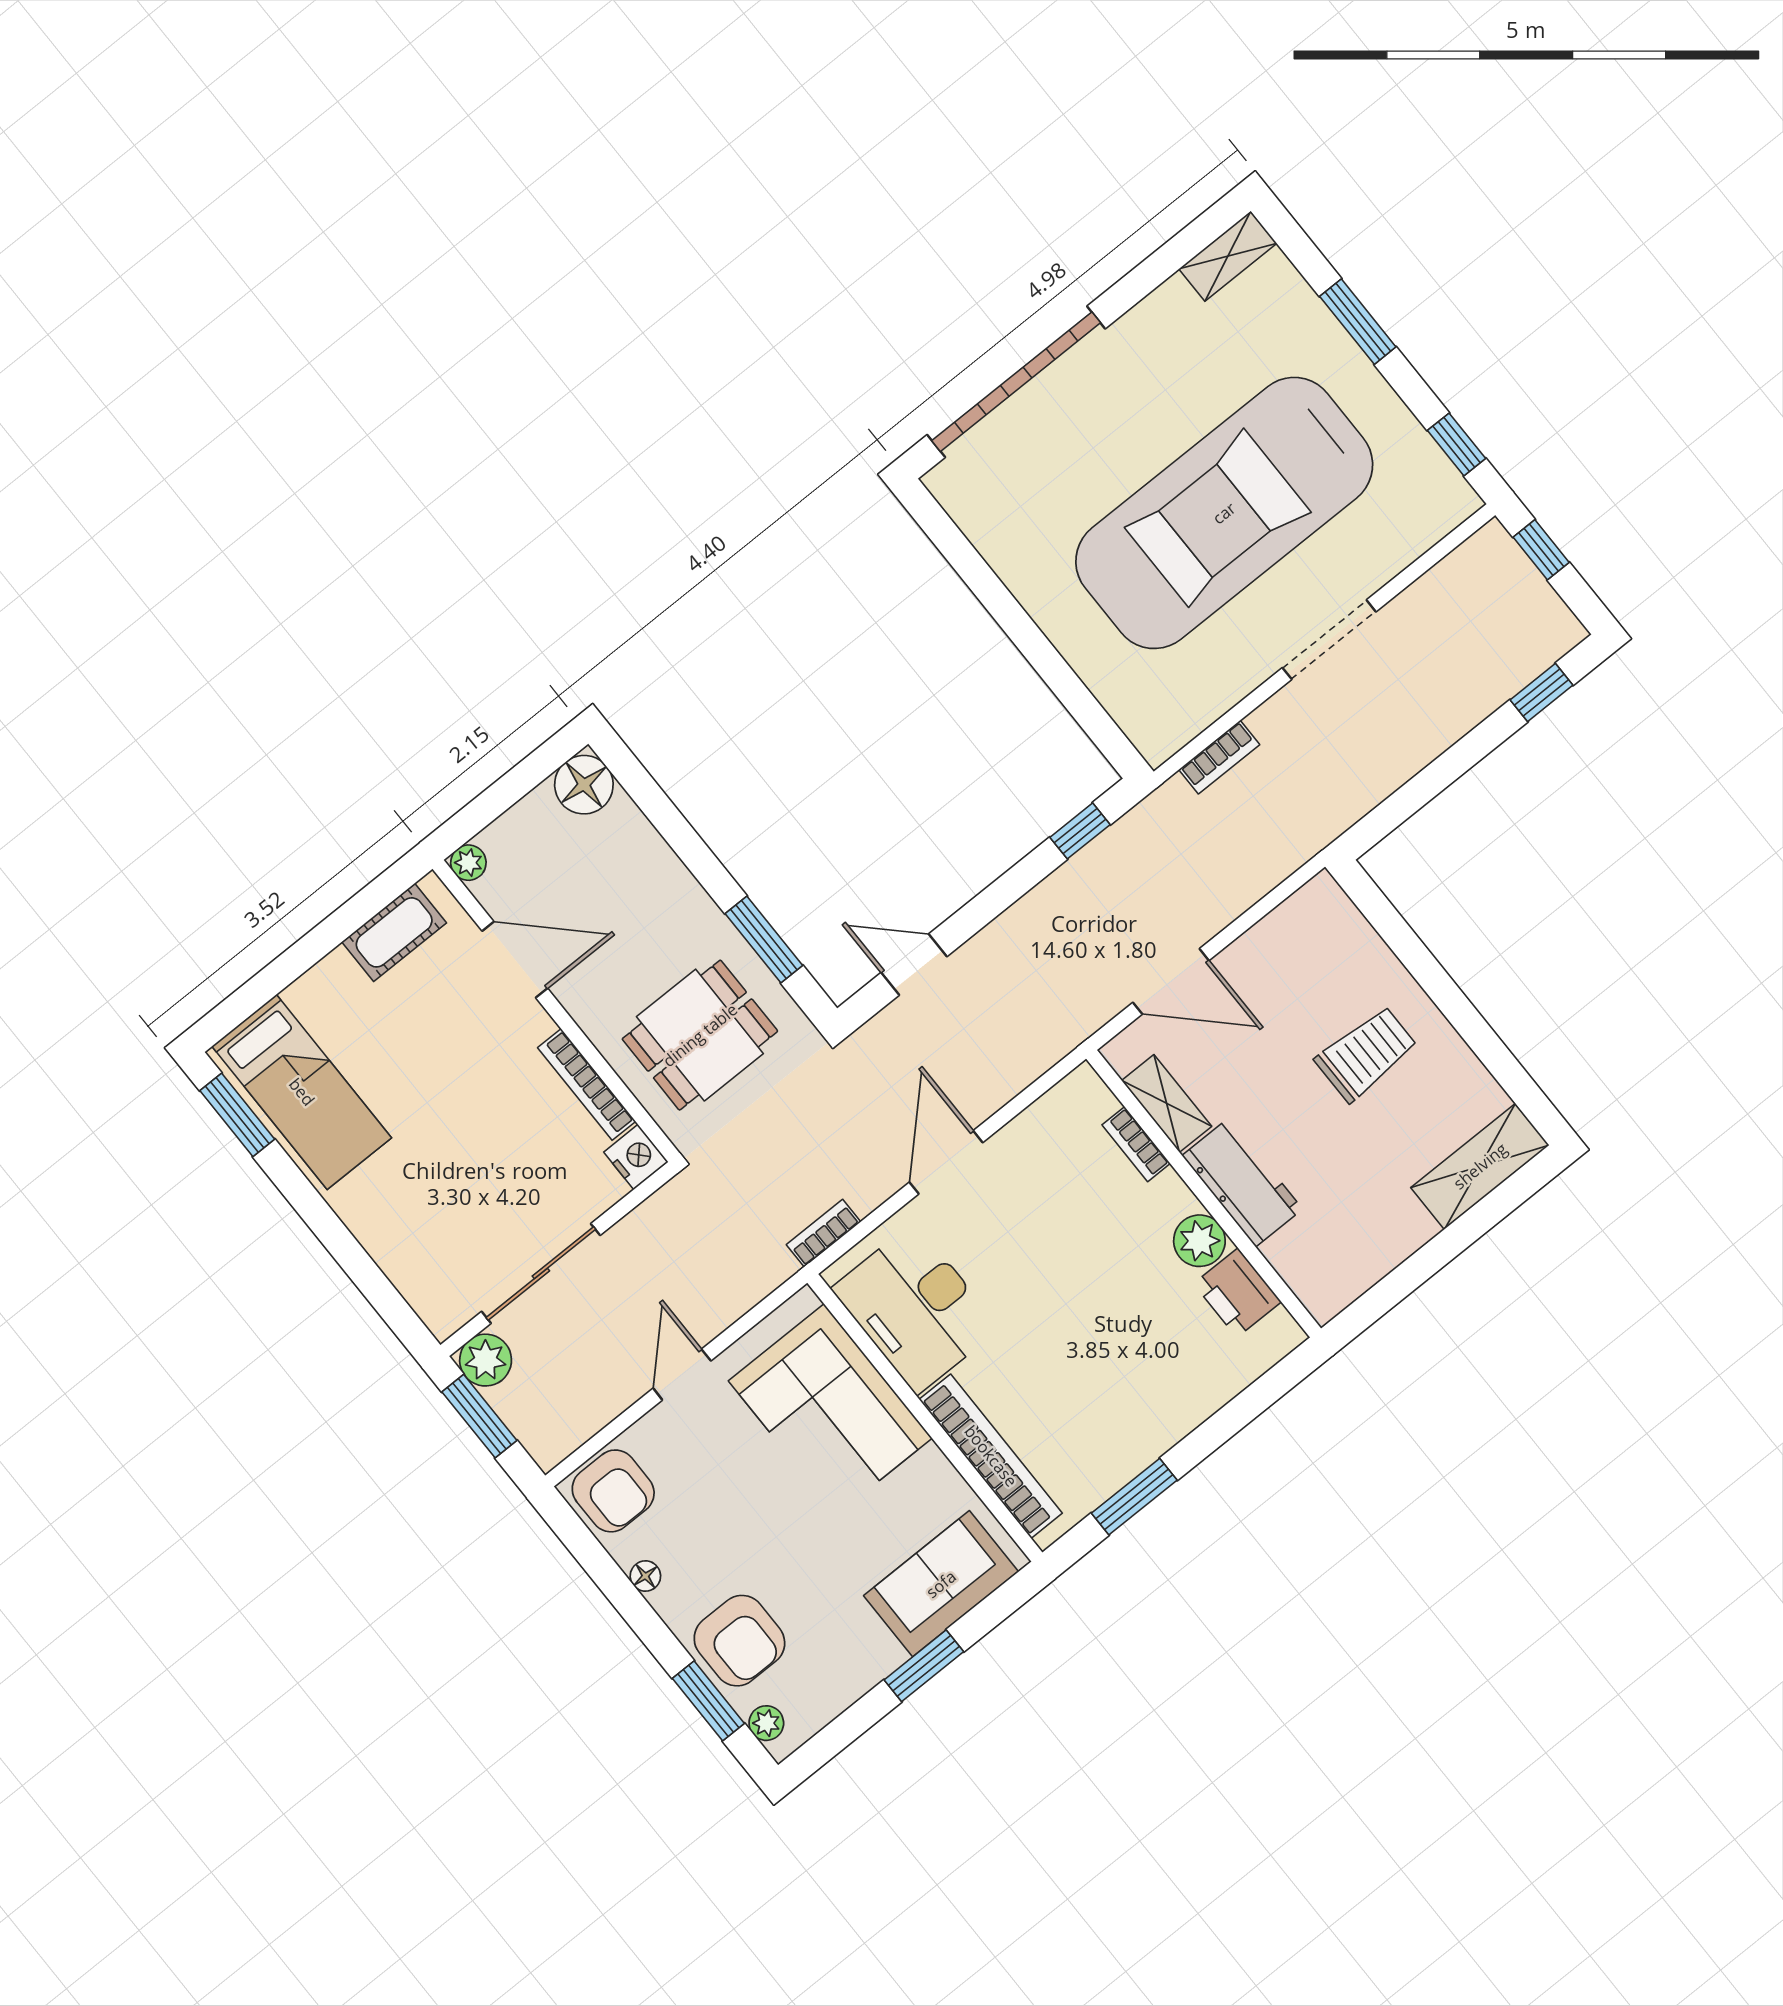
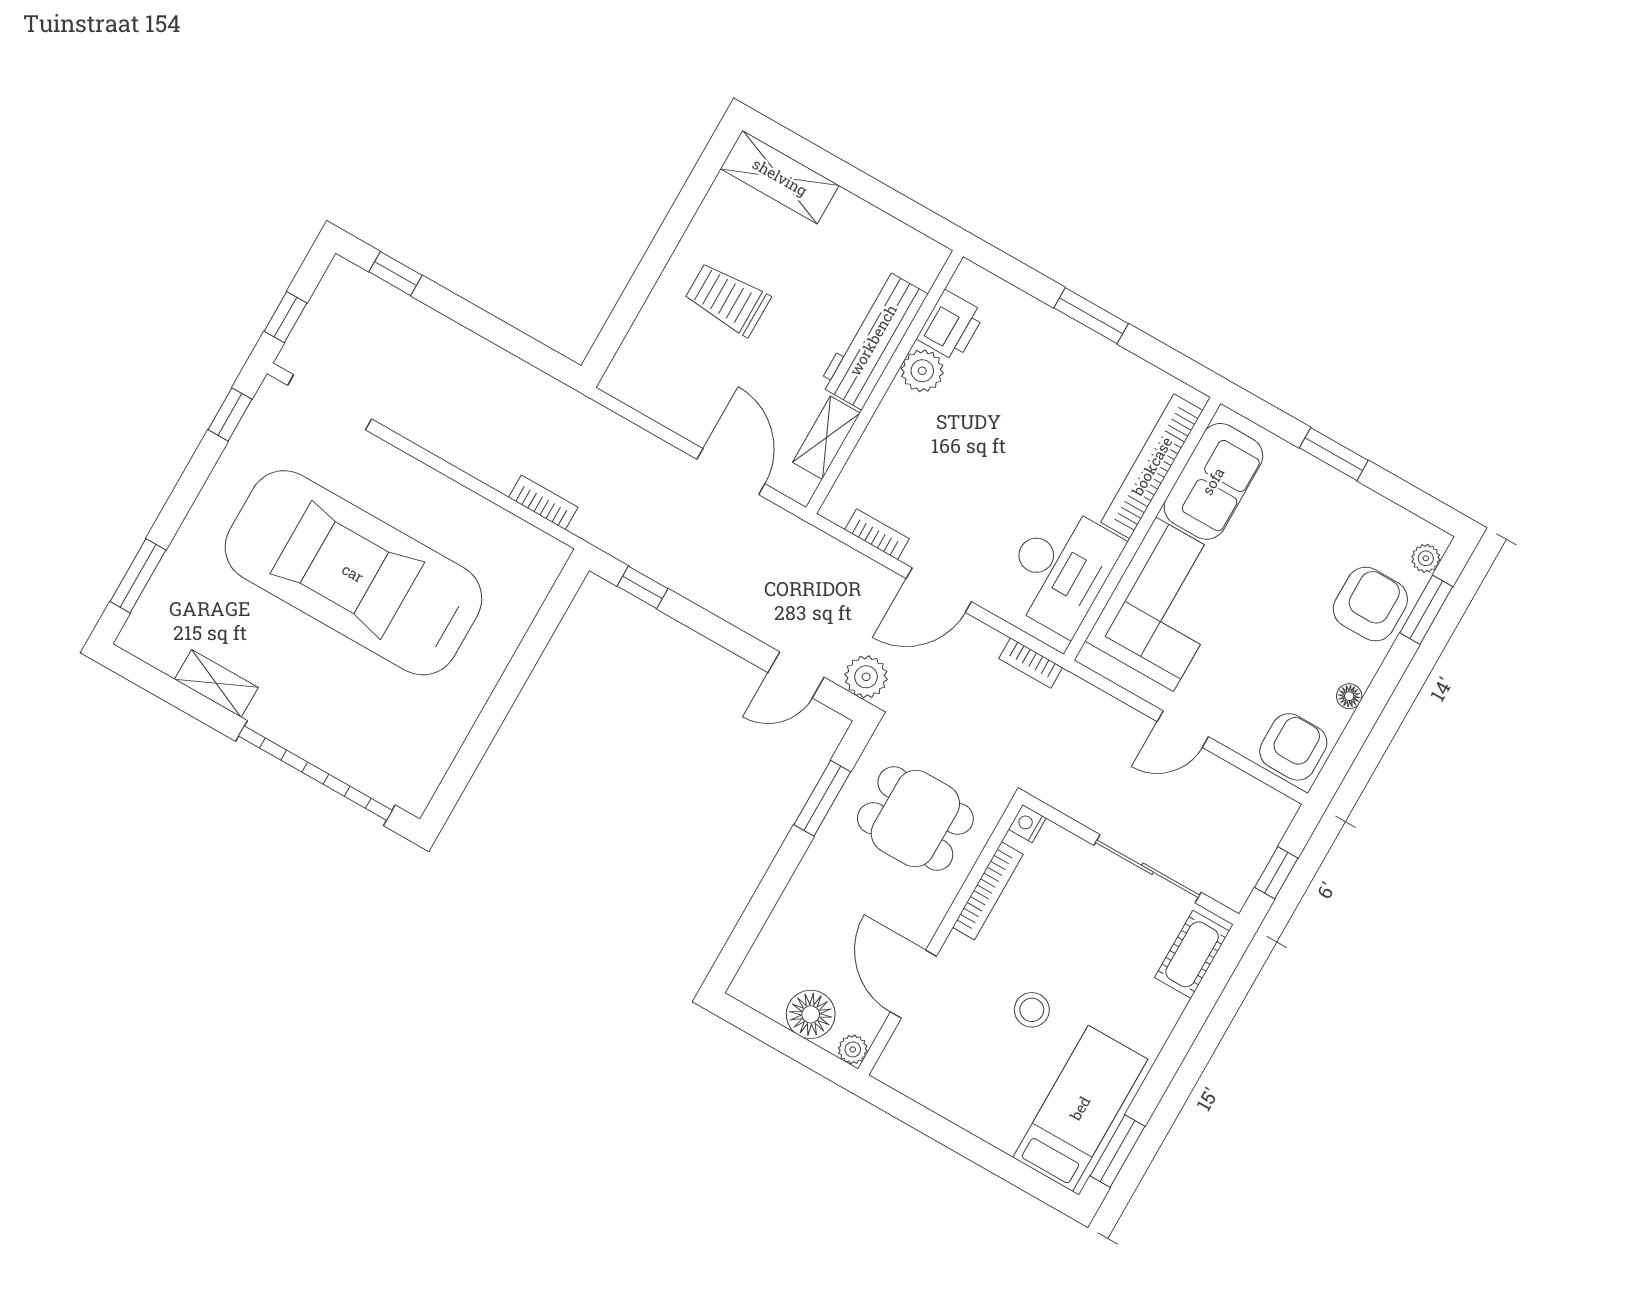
shelving: (1228, 256) -> (216, 683), moved
window: (1358, 322) -> (138, 576), moved
car: (1224, 513) -> (353, 573), turned 180
doorway: (1329, 640) -> (330, 402), moved
floor lamp: (584, 785) -> (811, 1014), moved
cot: (394, 932) -> (1192, 954), moved, turned 90
door: (914, 965) -> (796, 675), hinge flipped
stool: (434, 1081) -> (1032, 1010), added
bookcase: (1136, 1144) -> (877, 534), moved, turned -90
nightstand: (636, 1157) -> (1027, 824), width x0.72, depth x0.74
workbench: (1242, 1182) -> (873, 340), width x1.38
plant: (486, 1360) -> (866, 677), moved
window: (479, 1416) -> (1276, 873), width x0.67
window: (1134, 1497) -> (1091, 316), moved
sofa: (941, 1584) -> (1213, 481), moved, turned -90

